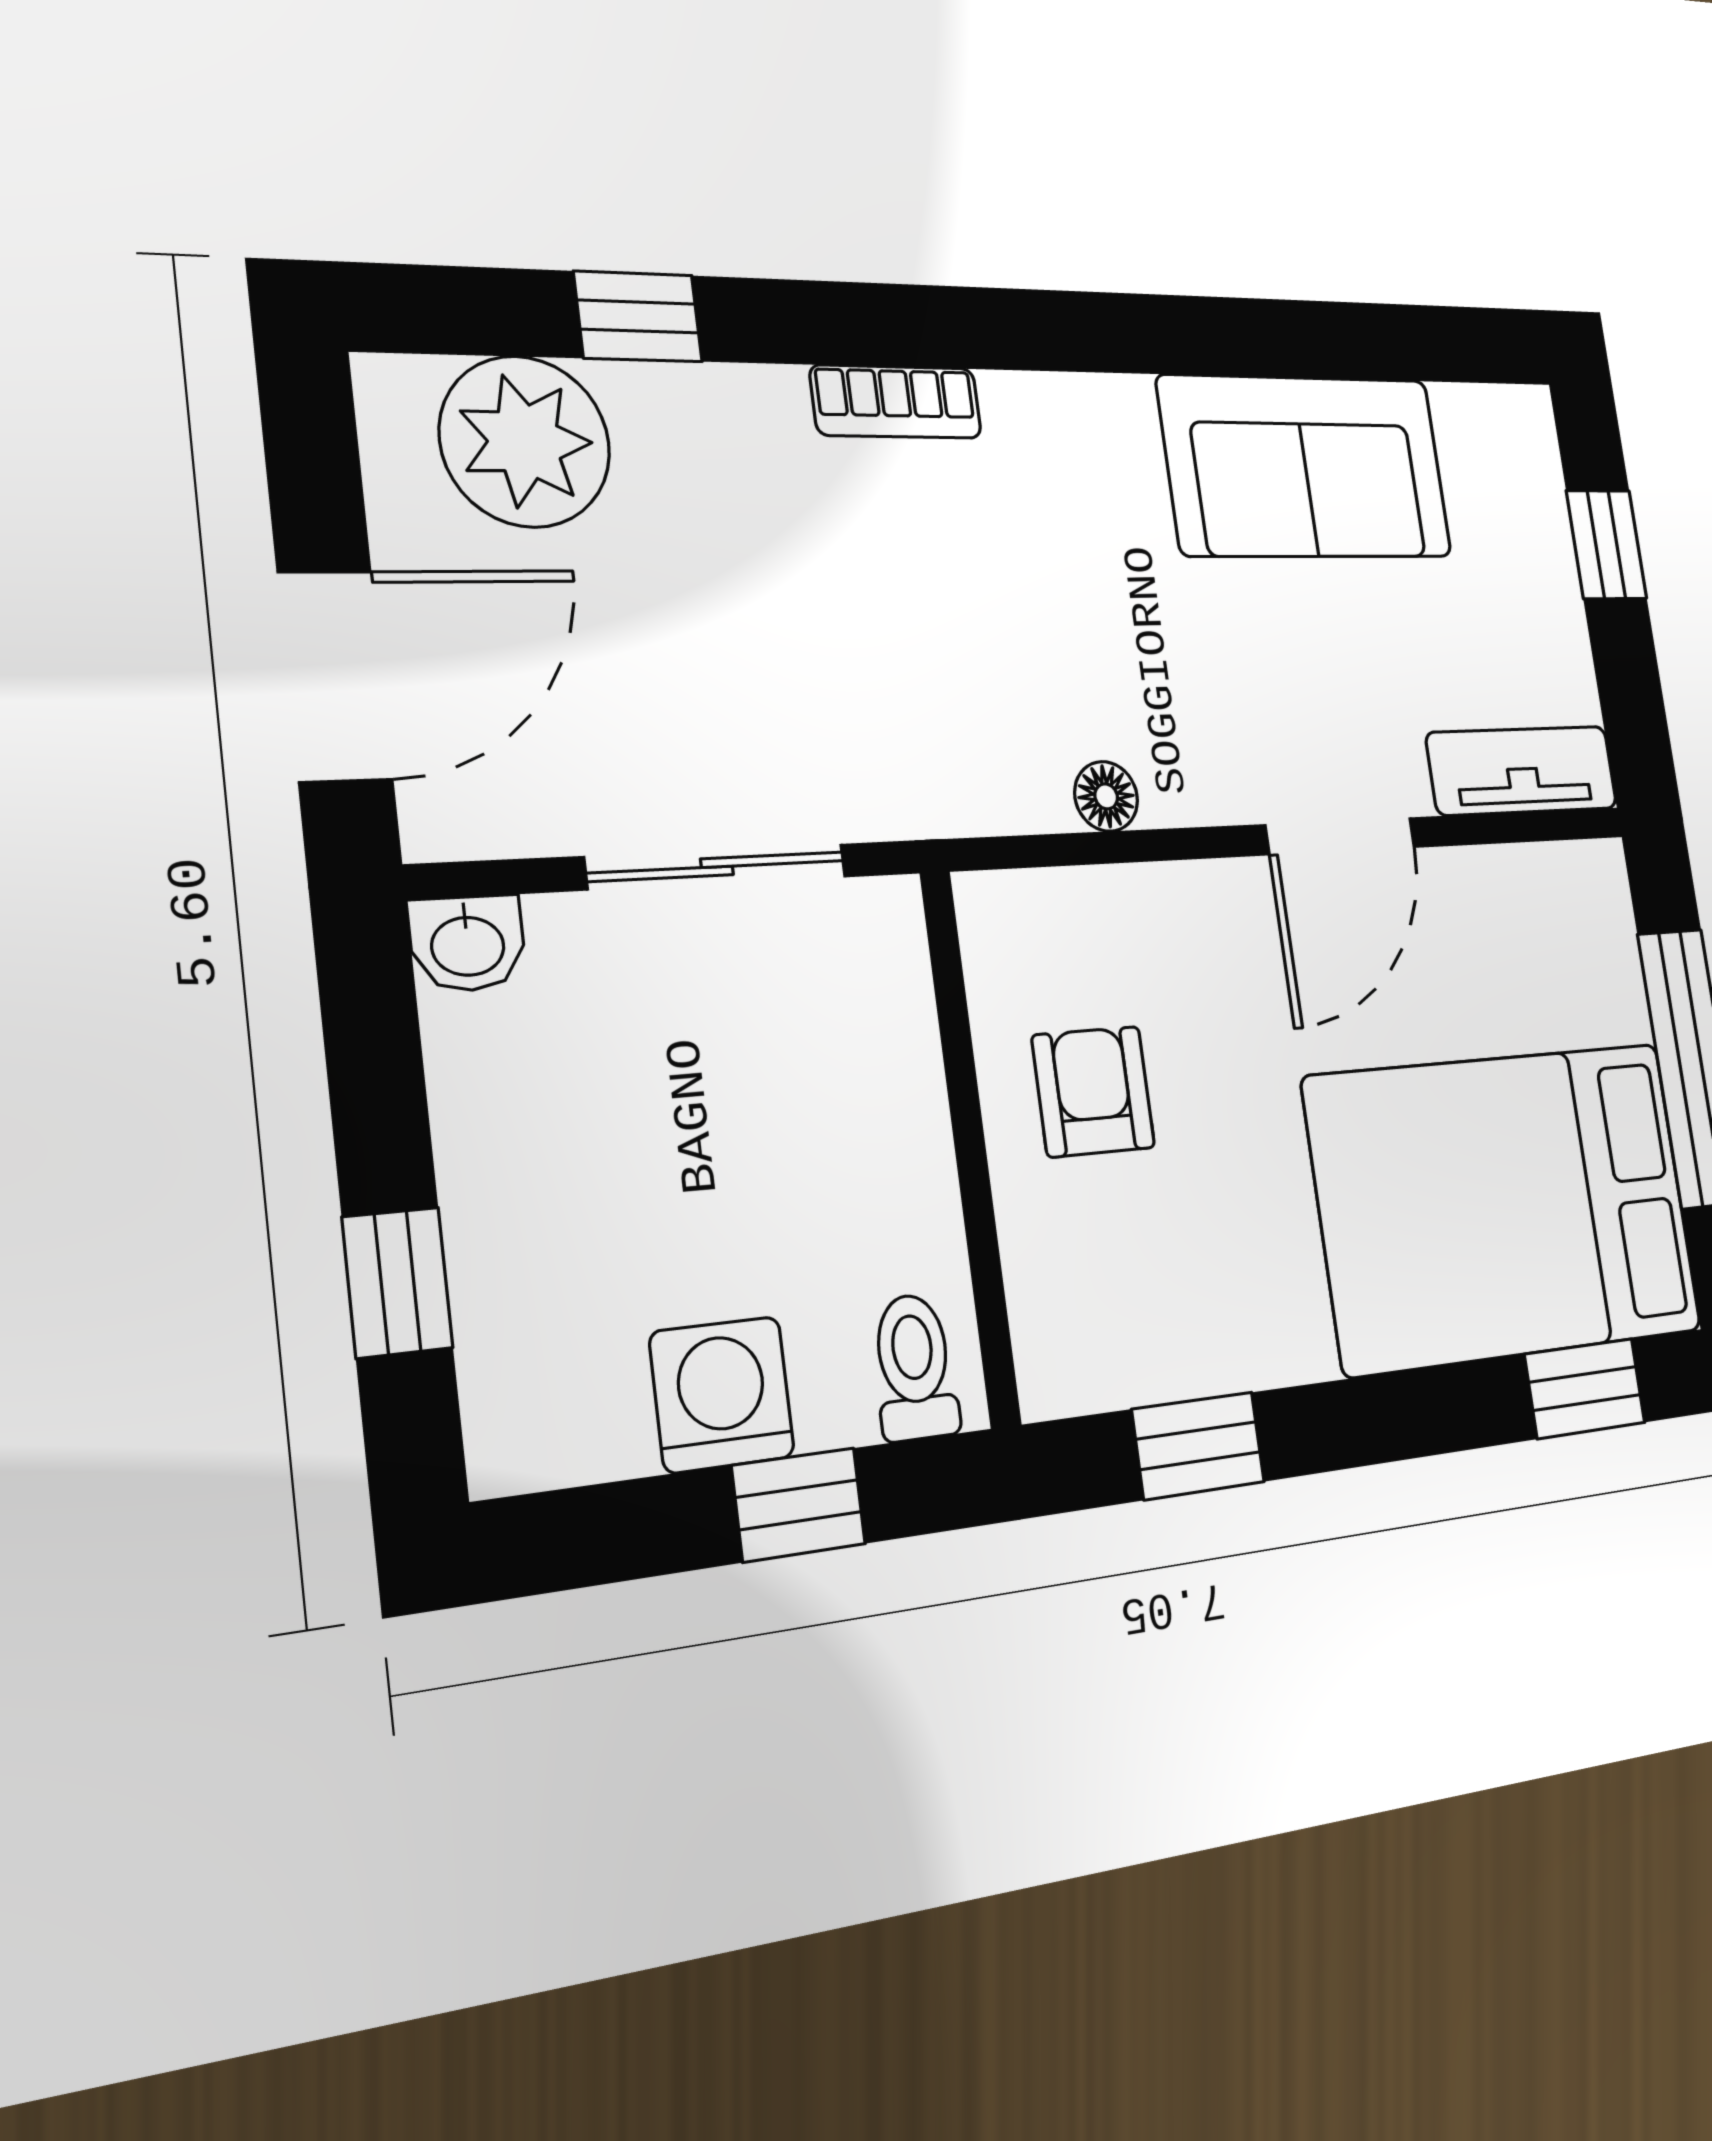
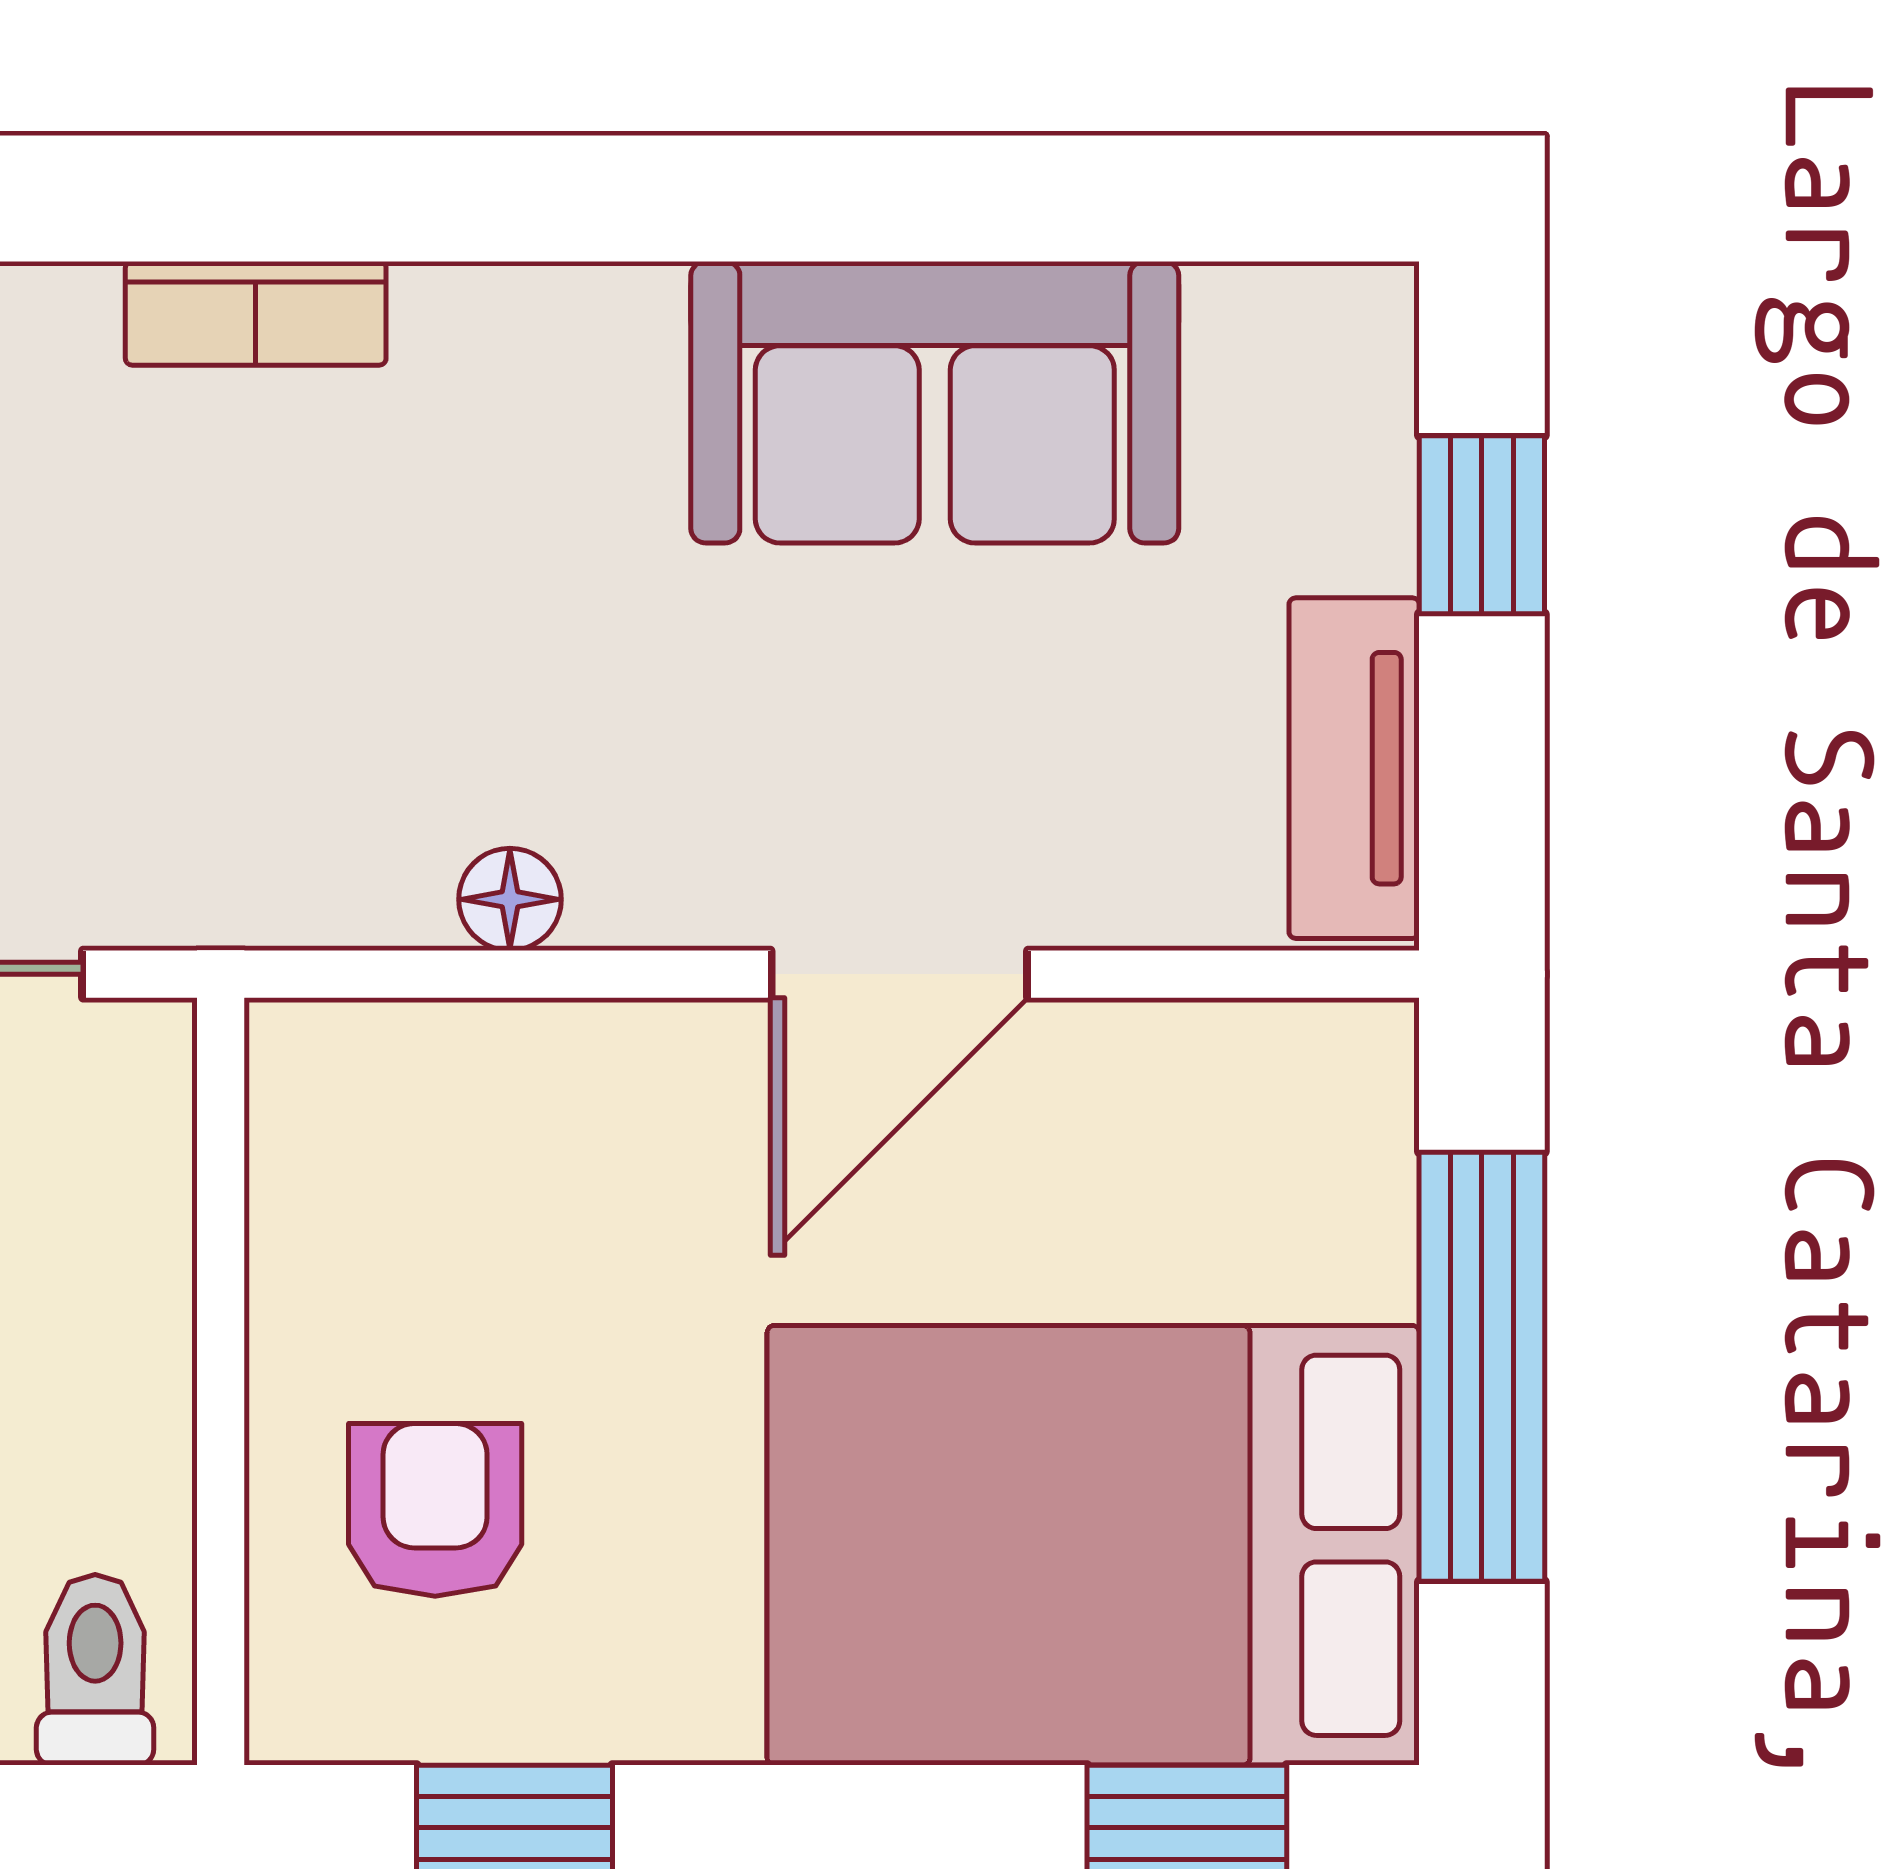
tv unit: (1522, 771) -> (1354, 768), moved, turned -90
armchair: (1093, 1092) -> (435, 1510), moved

